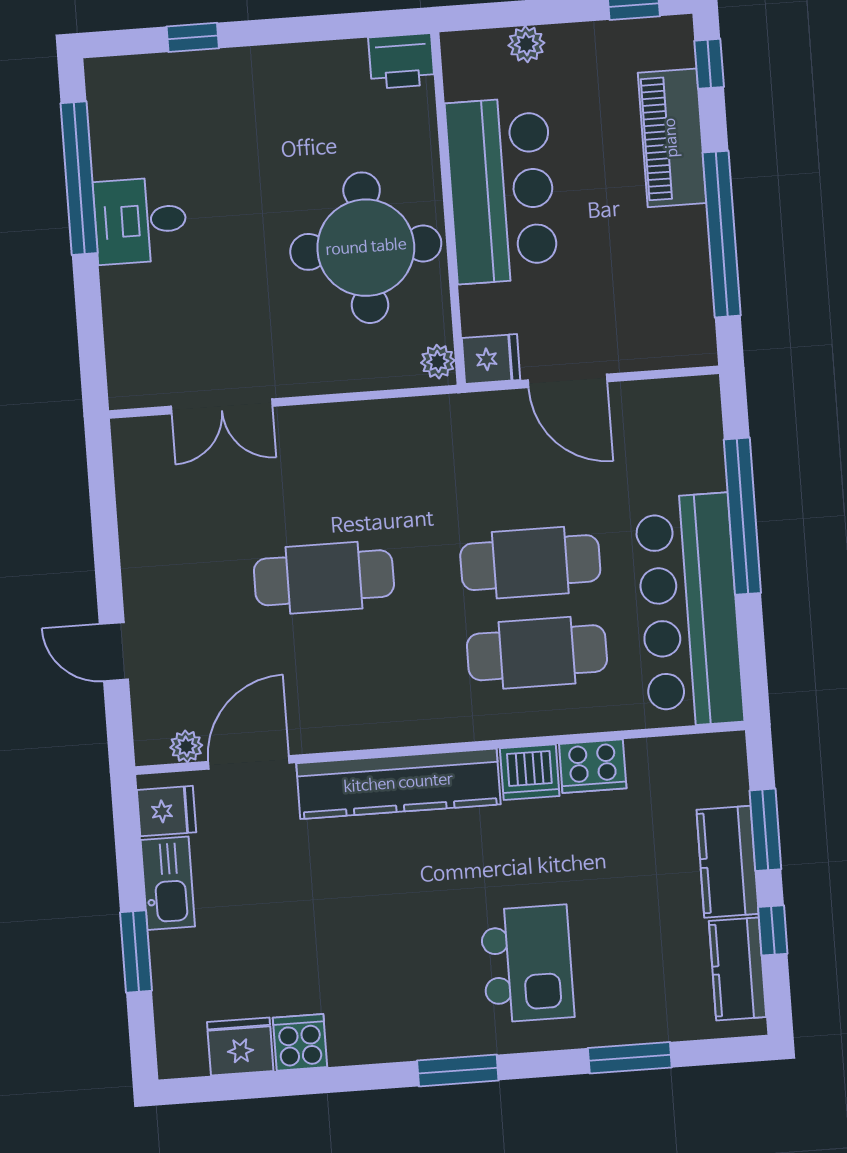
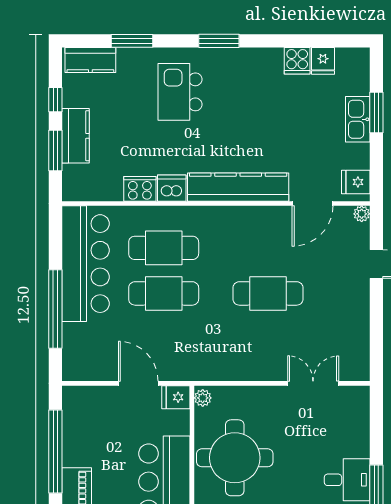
plant: (186, 746) -> (362, 214), moved
kitchen sink: (168, 883) -> (358, 119), moved
kitchen counter: (738, 969) -> (90, 60), moved, turned 90
fridge: (240, 1047) -> (323, 61), width x0.72

